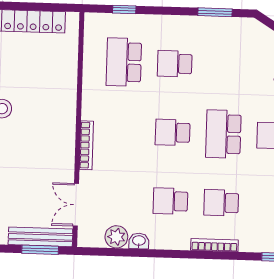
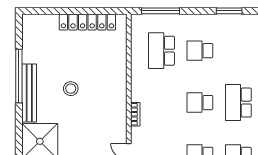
window: (124, 9) -> (161, 11), width x2.17
bookcase: (86, 145) -> (135, 114), width x0.64

